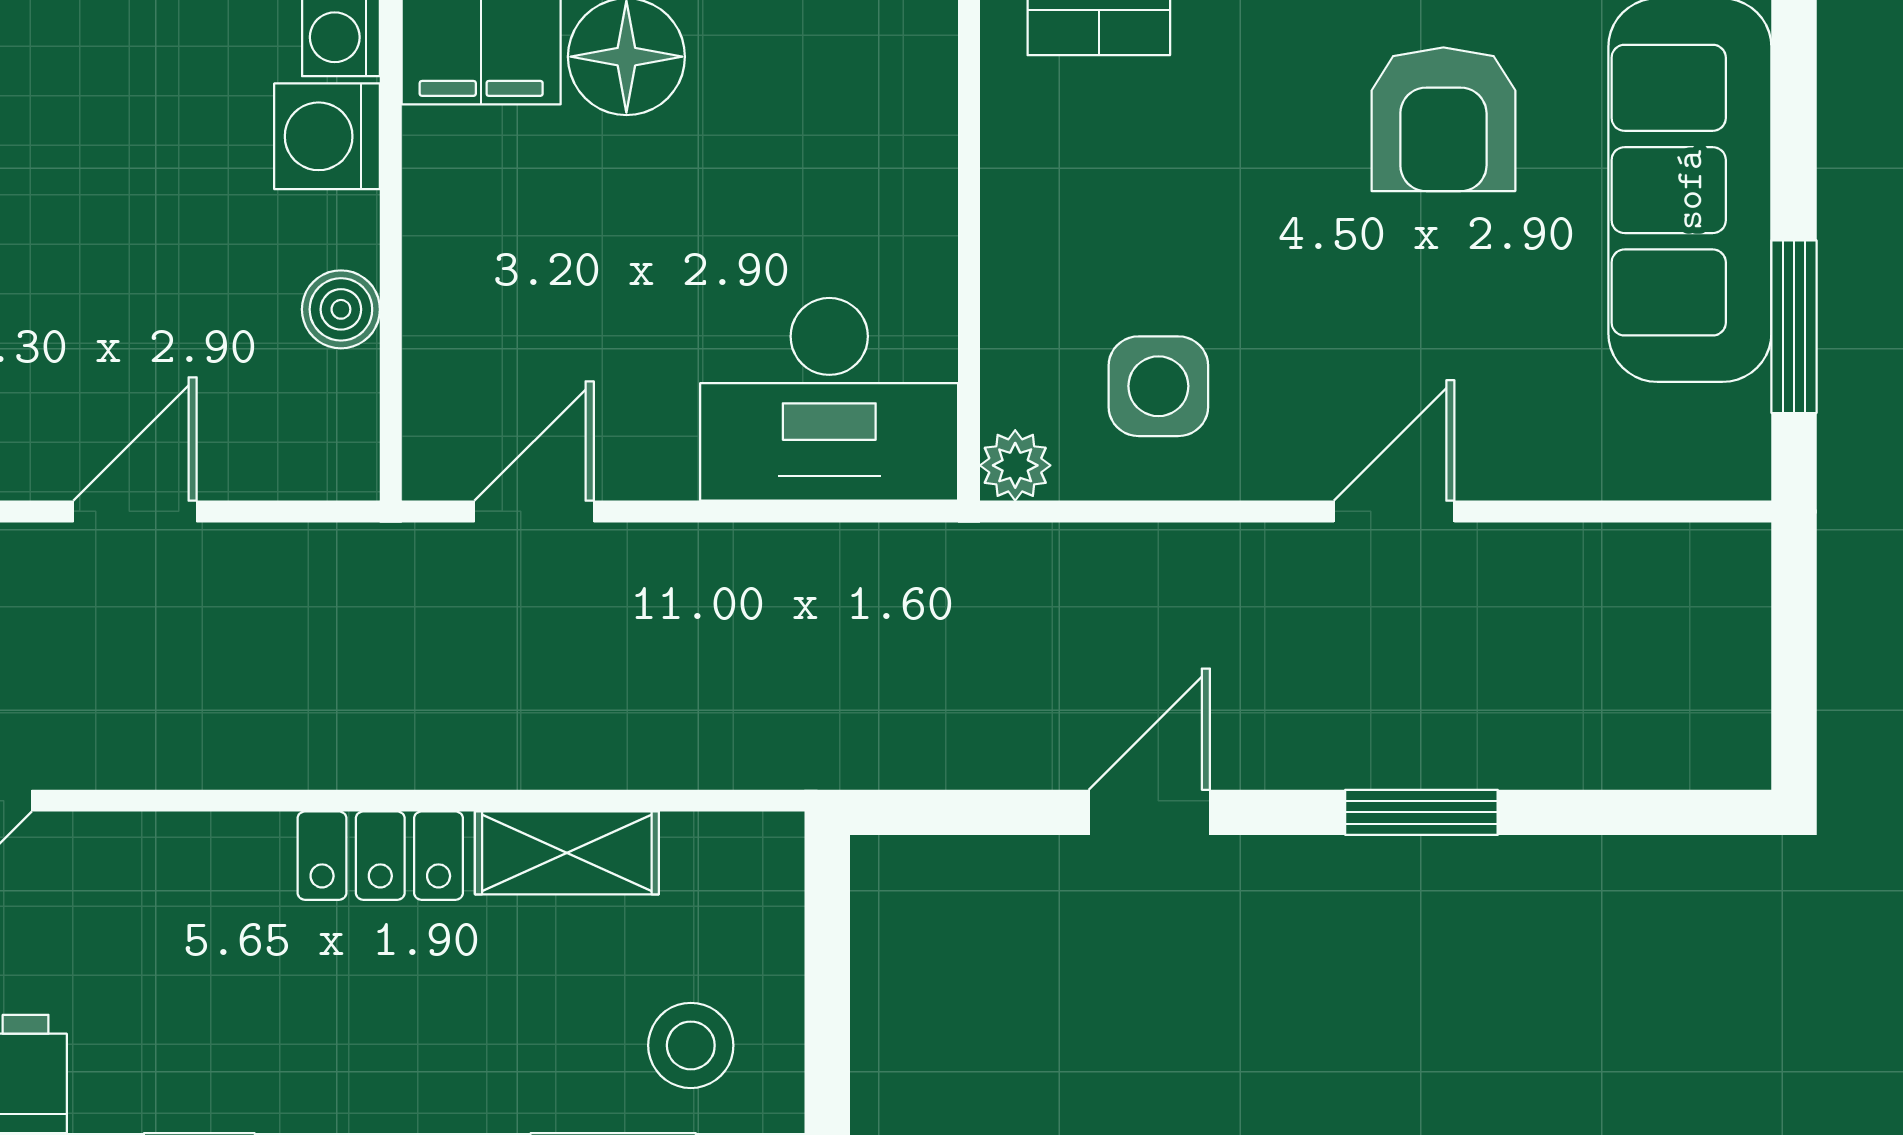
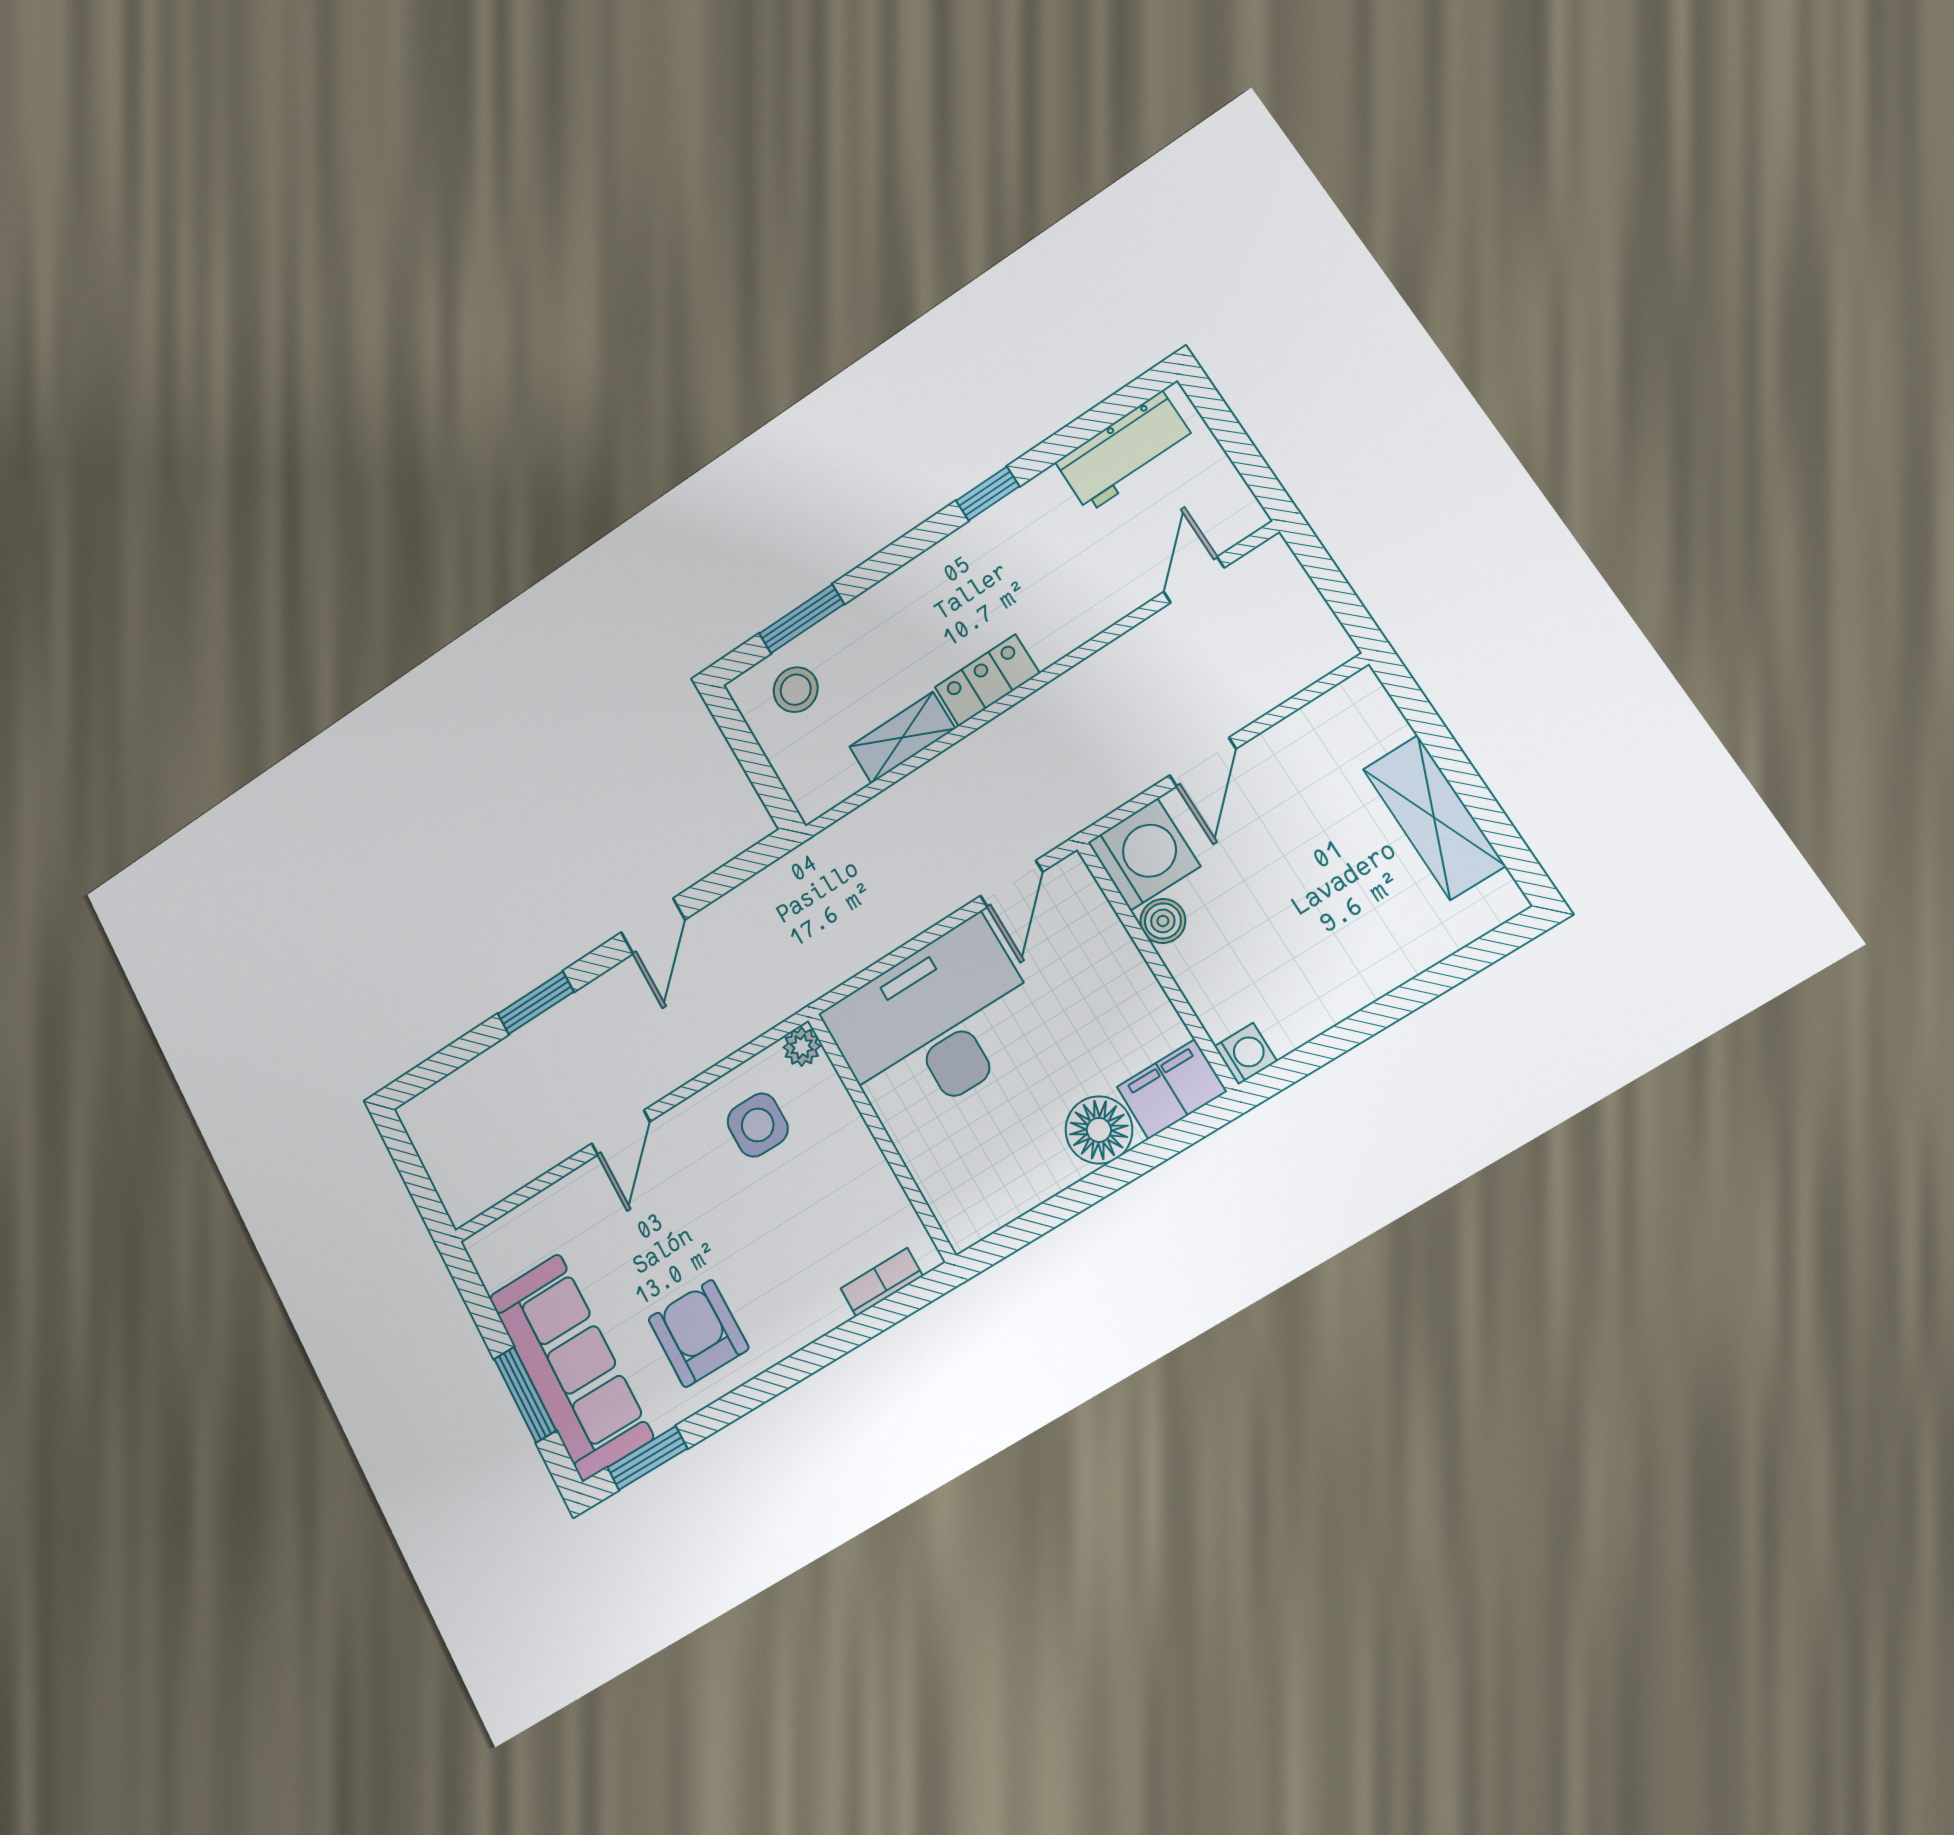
washing machine: (327, 136) -> (1144, 854), moved, width x1.37, depth x1.37
window: (1794, 327) -> (525, 1395), moved
desk: (829, 399) -> (935, 1025), width x1.36, depth x1.30

